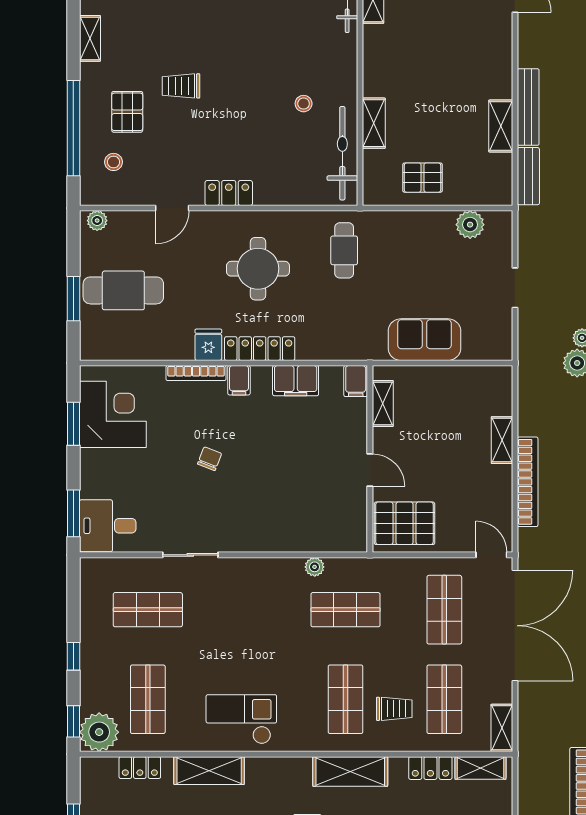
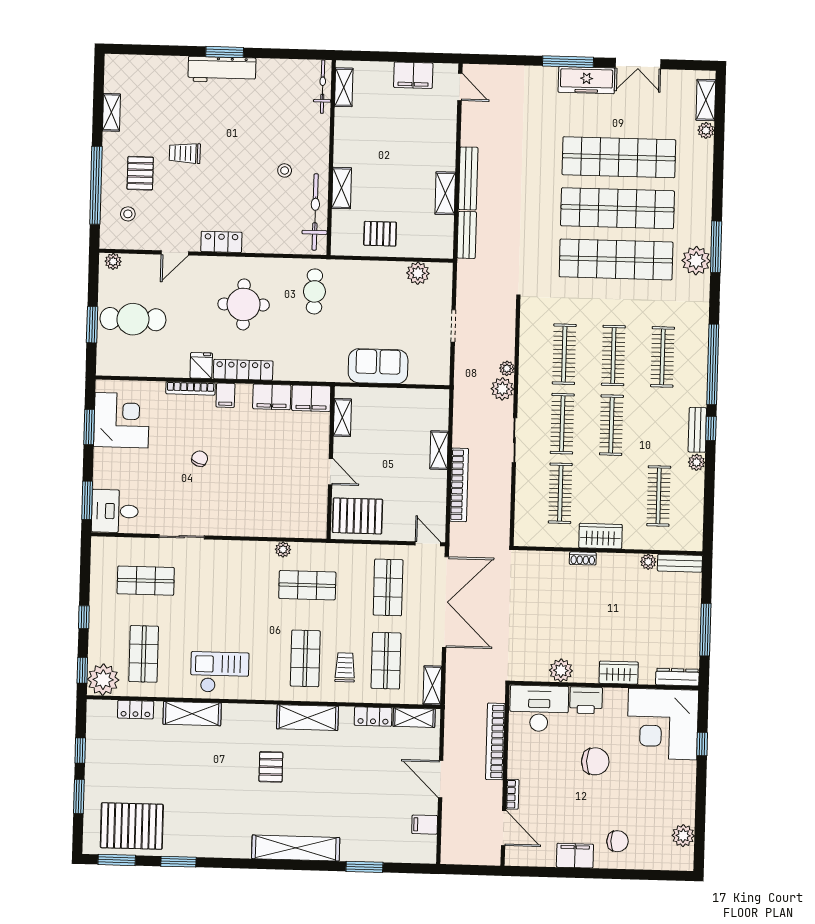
filing cabinet: (356, 381) -> (311, 398), width x2.00
trolley: (394, 709) -> (345, 667), turned -90

